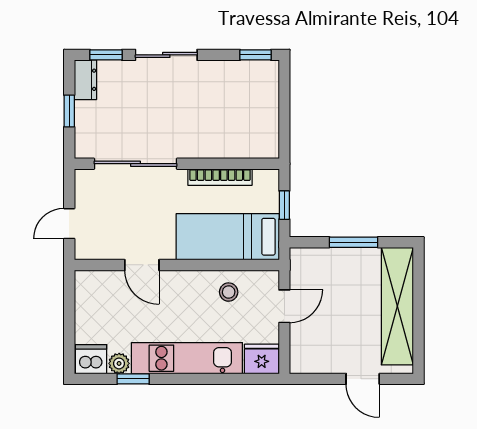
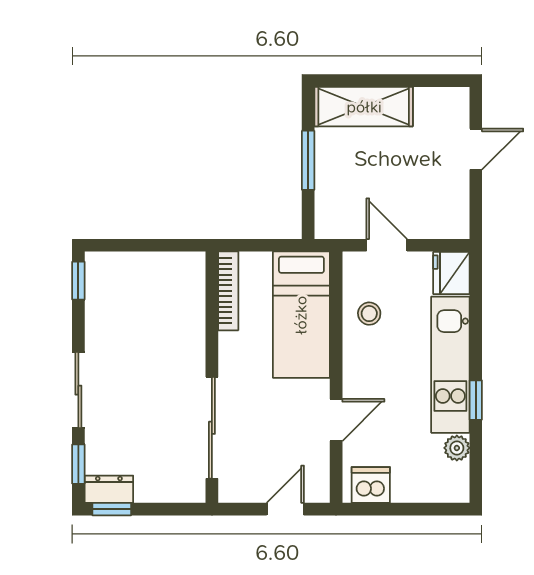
window: (69, 111) -> (112, 509), moved
bookcase: (220, 177) -> (228, 291), moved
window: (284, 205) -> (263, 245), removed
door: (69, 224) -> (285, 509), swing flipped
shelving: (397, 306) -> (364, 107), width x0.68
dishwasher: (91, 359) -> (371, 485), moved, turned 90
window: (133, 379) -> (476, 400), moved

